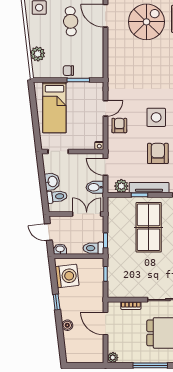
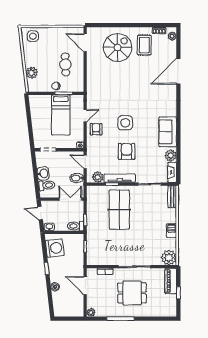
cafe table: (71, 21) -> (65, 64), moved
bed: (54, 107) -> (61, 115), moved

